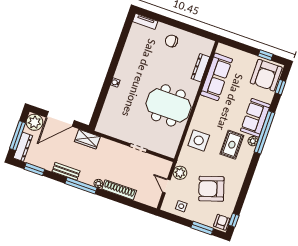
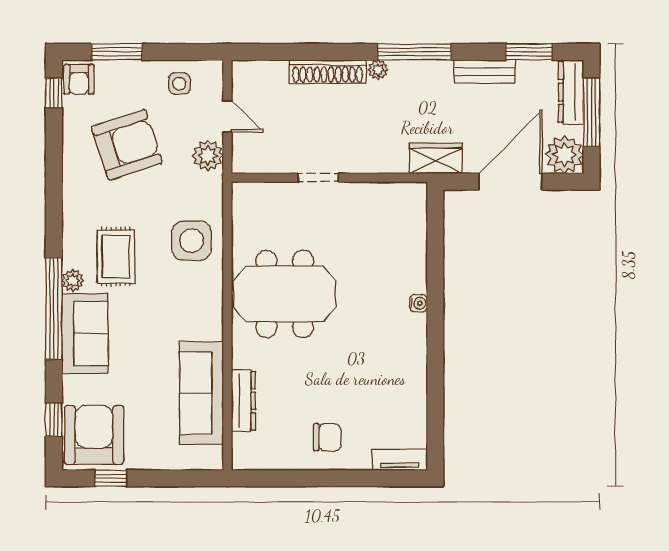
bench: (66, 171) -> (485, 71), moved

